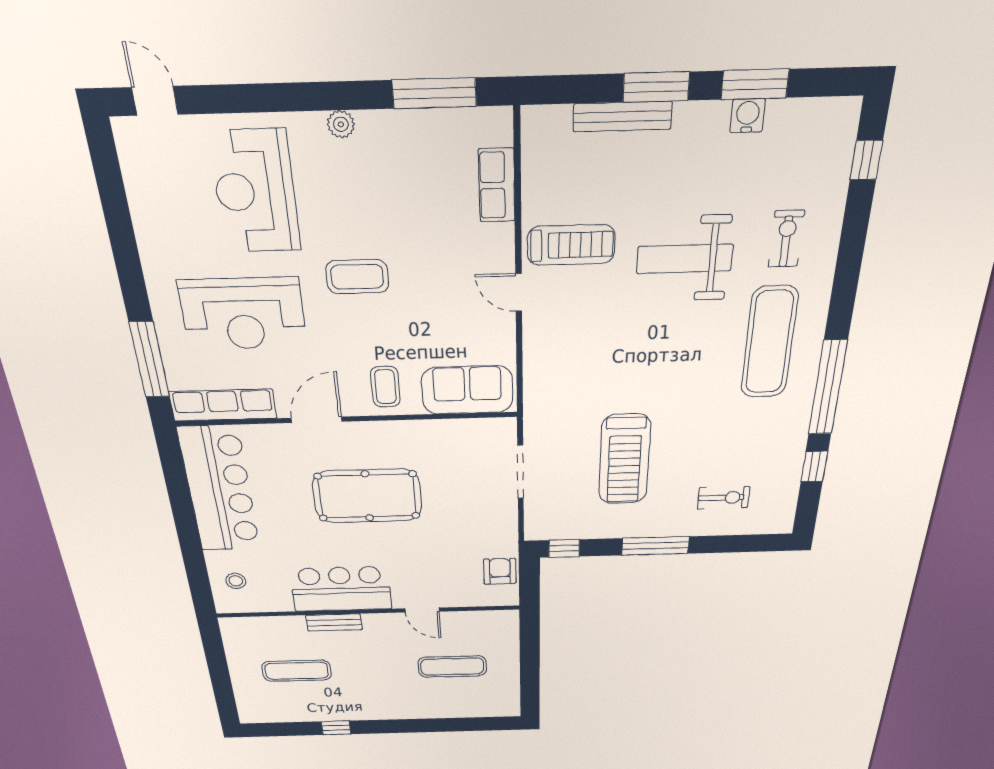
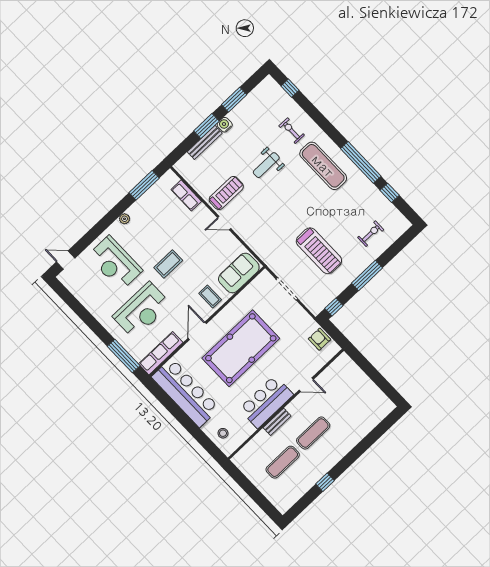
water cooler: (748, 116) -> (225, 125), moved
weight bench: (685, 259) -> (266, 165), width x0.73, depth x0.75
pool table: (367, 496) -> (241, 348), width x1.36, depth x1.32
exercise mat: (452, 667) -> (313, 433), moved

